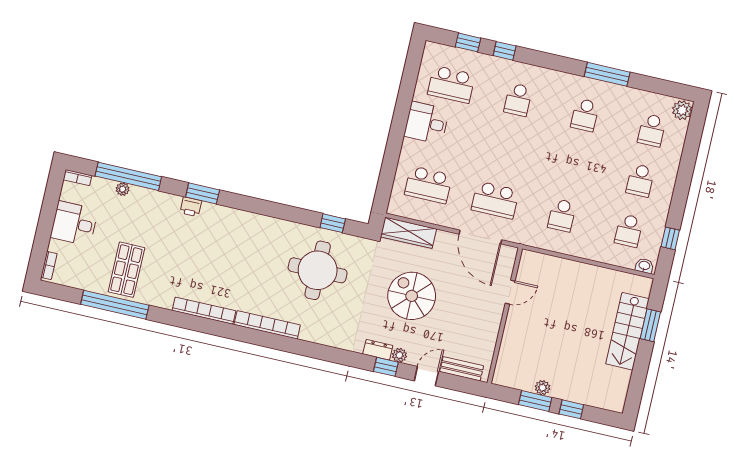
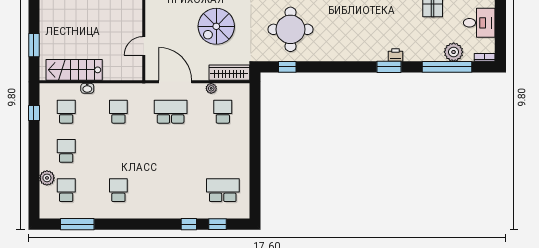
window: (607, 74) -> (77, 224), moved
school desk: (518, 100) -> (171, 190), removed
plant: (682, 110) -> (47, 178), moved
desk: (427, 123) -> (235, 157), removed
school desk: (428, 185) -> (223, 112), width x0.54
plant: (123, 189) -> (454, 52), width x1.87, depth x1.87
plant: (436, 218) -> (211, 88), added
washbasin: (644, 266) -> (87, 88), moved
spiral stairs: (412, 296) -> (216, 26), turned 90
stairs: (627, 331) -> (74, 70), moved, turned -90

